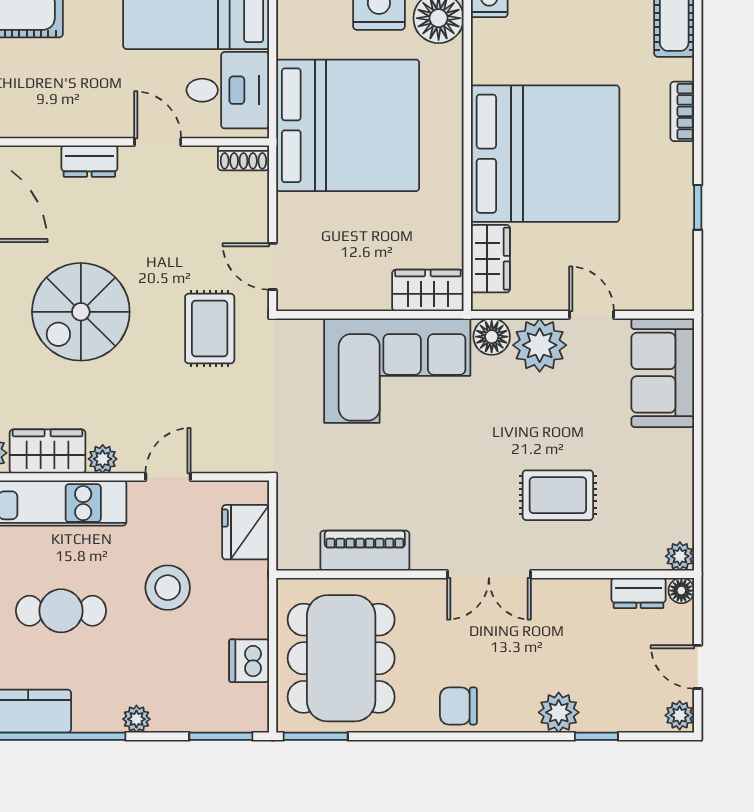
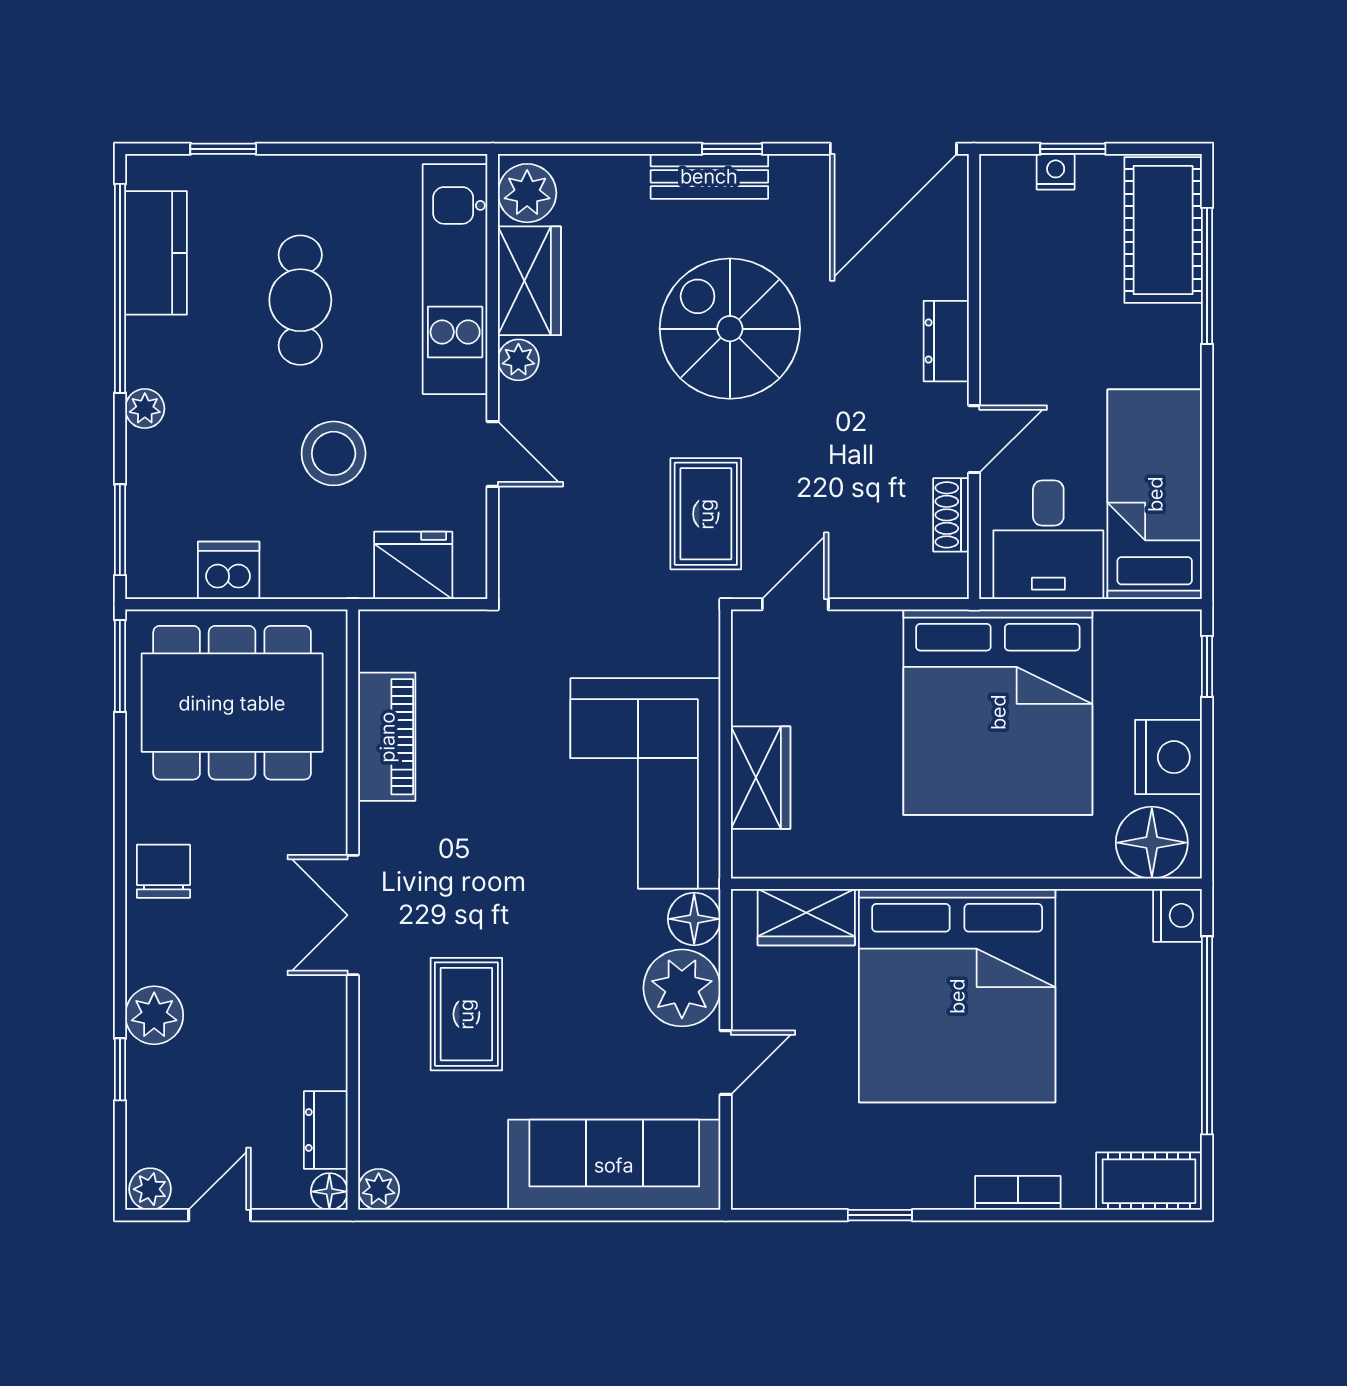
shoe rack: (243, 158) -> (951, 515), moved
wardrobe: (428, 290) -> (761, 778), moved
rug: (210, 329) -> (706, 514), turned 90
sofa: (663, 373) -> (614, 1165), width x1.36

